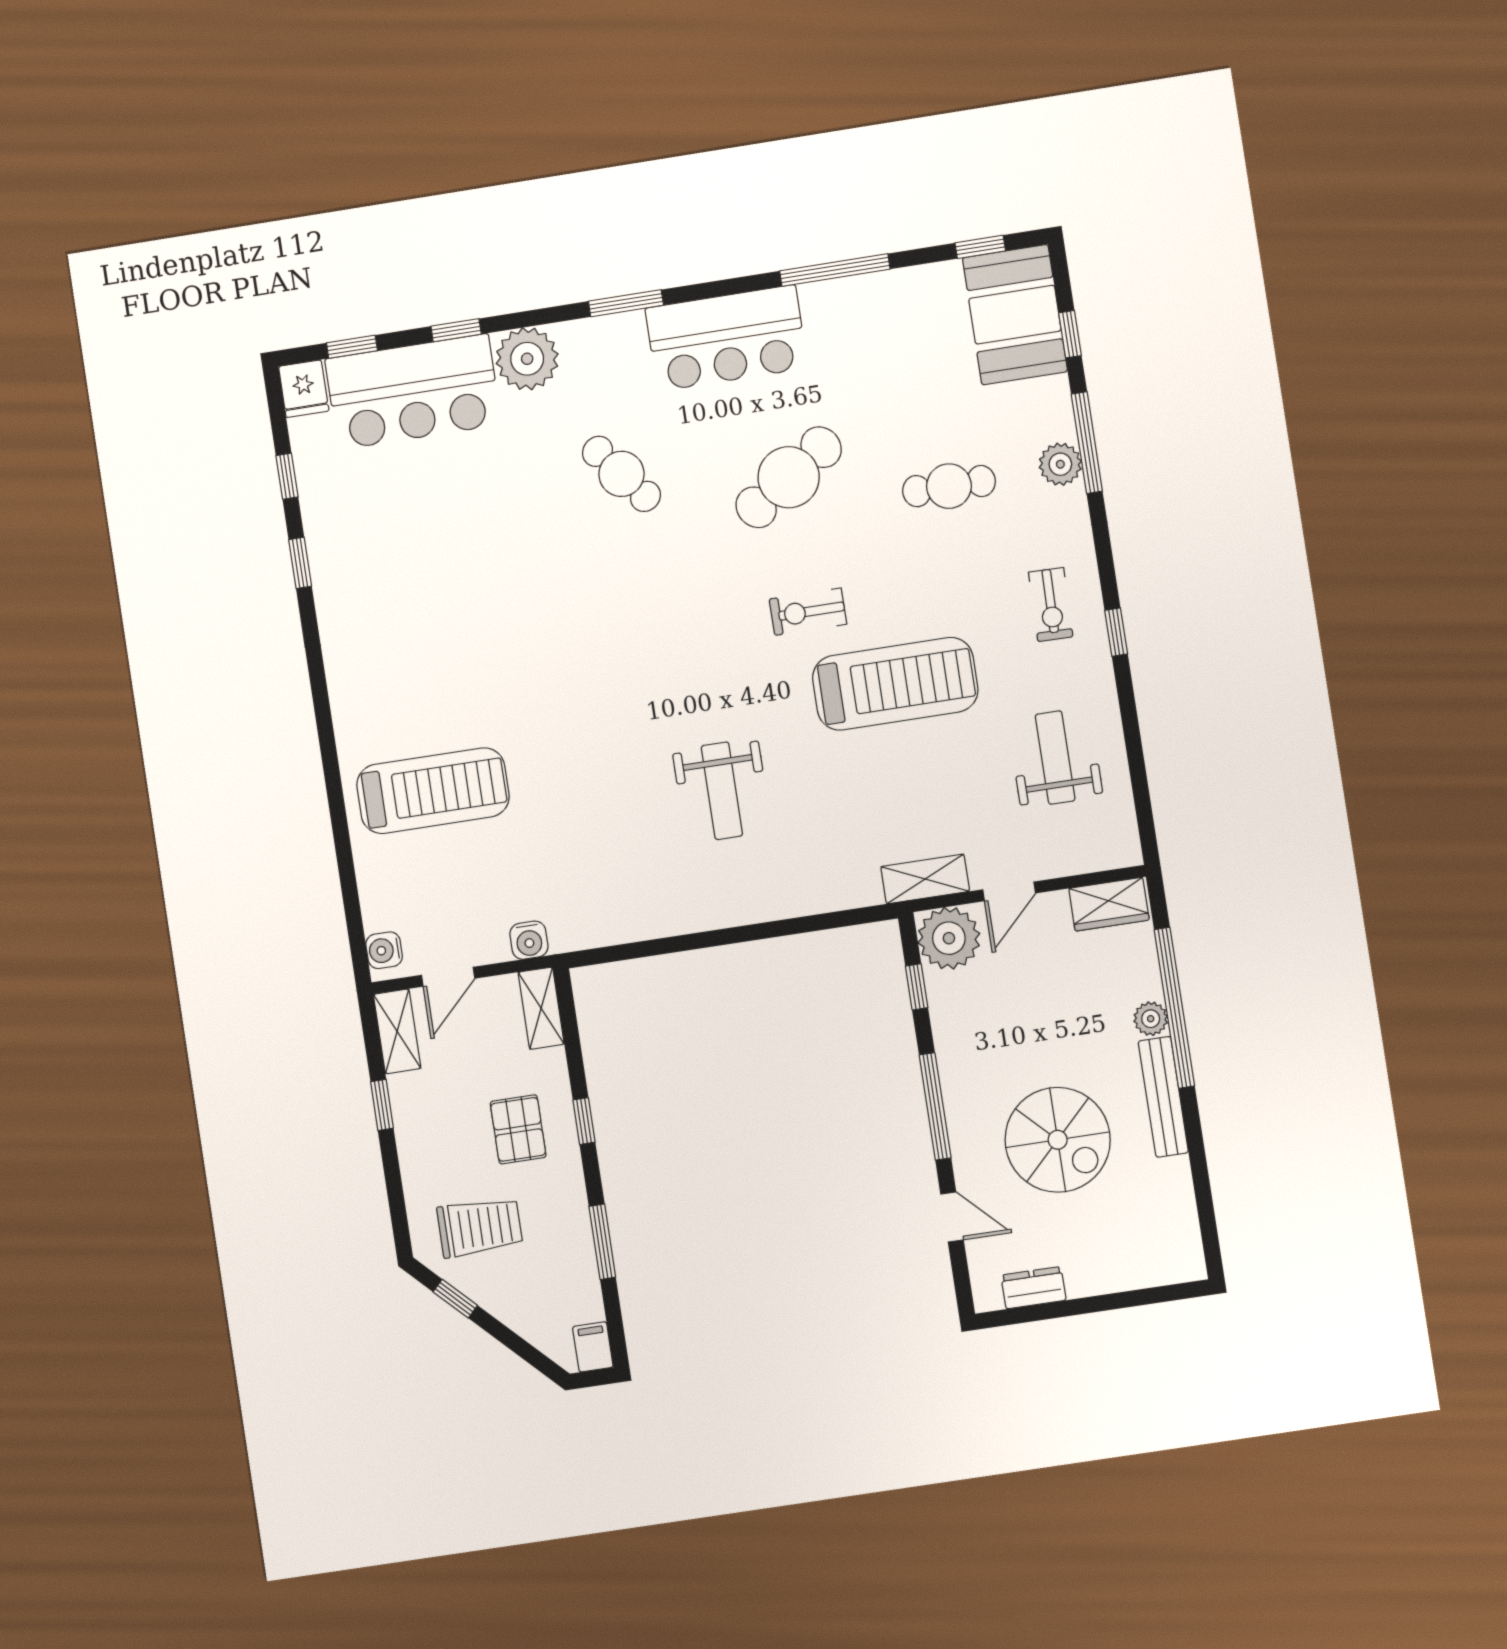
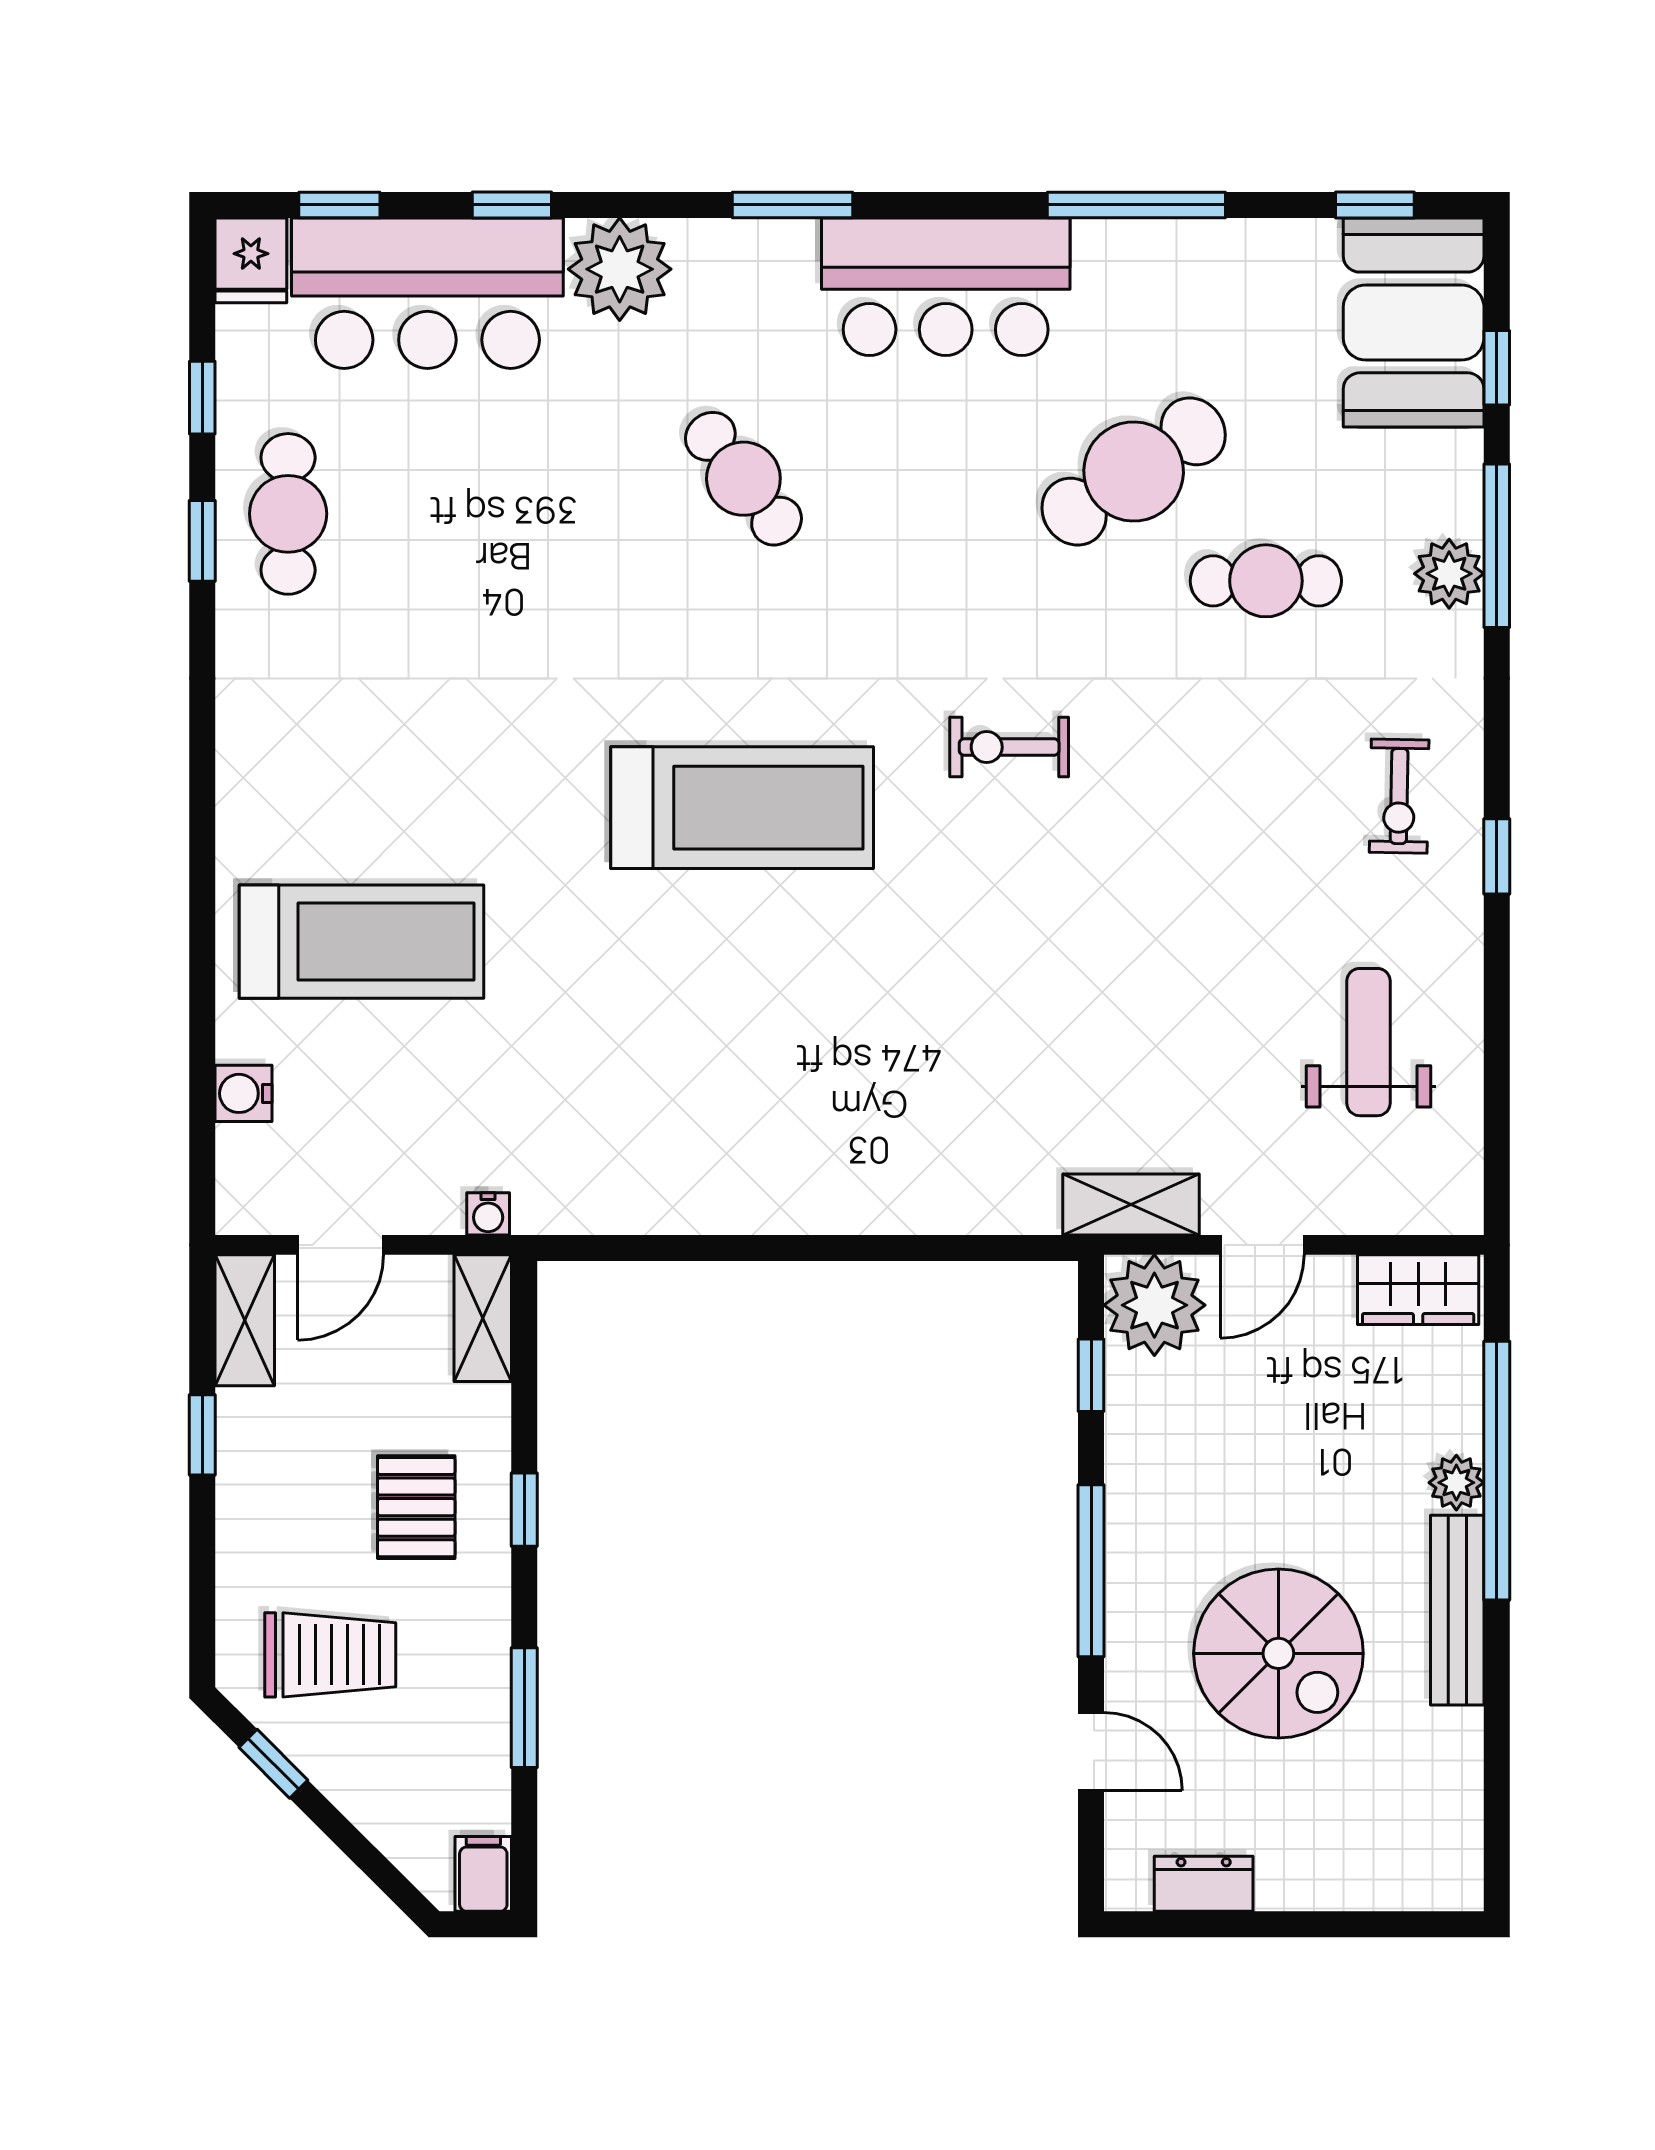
cafe table: (789, 477) -> (1134, 471), moved
cafe table: (349, 538) -> (288, 514), added
treadmill: (895, 684) -> (742, 808), moved
weight bench: (722, 791) -> (827, 1013), removed
water cooler: (529, 940) -> (488, 1214), width x0.72, depth x0.72
water cooler: (384, 950) -> (243, 1093), moved

